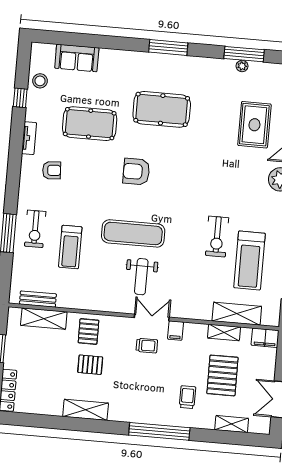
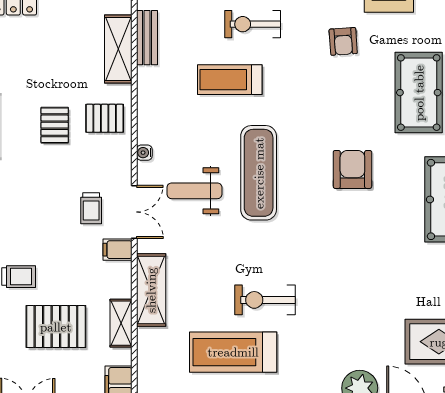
water cooler: (113, 307) -> (144, 153), added
shelving: (237, 314) -> (151, 290), moved

